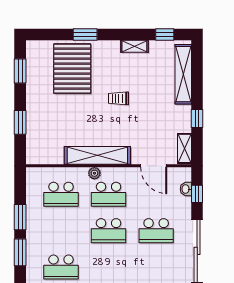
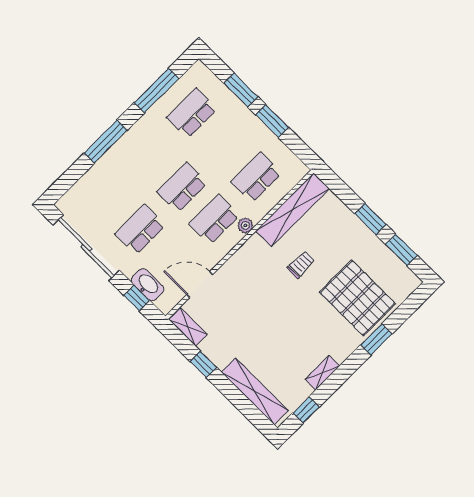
trolley: (118, 98) -> (301, 265), moved
window: (20, 122) -> (370, 219), moved
shelving: (97, 155) -> (293, 210), moved
washbasin: (186, 189) -> (148, 285), width x1.91, depth x1.45

